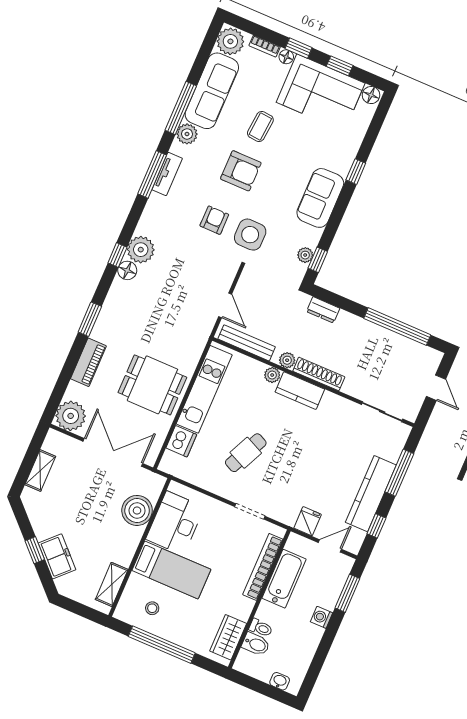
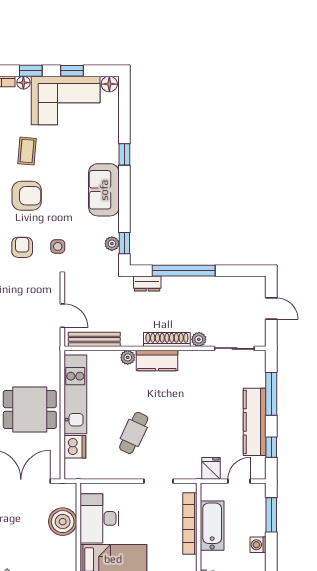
side table: (250, 235) -> (58, 246), width x0.54, depth x0.54
window: (397, 327) -> (184, 271), moved
plant: (287, 360) -> (199, 339), moved

